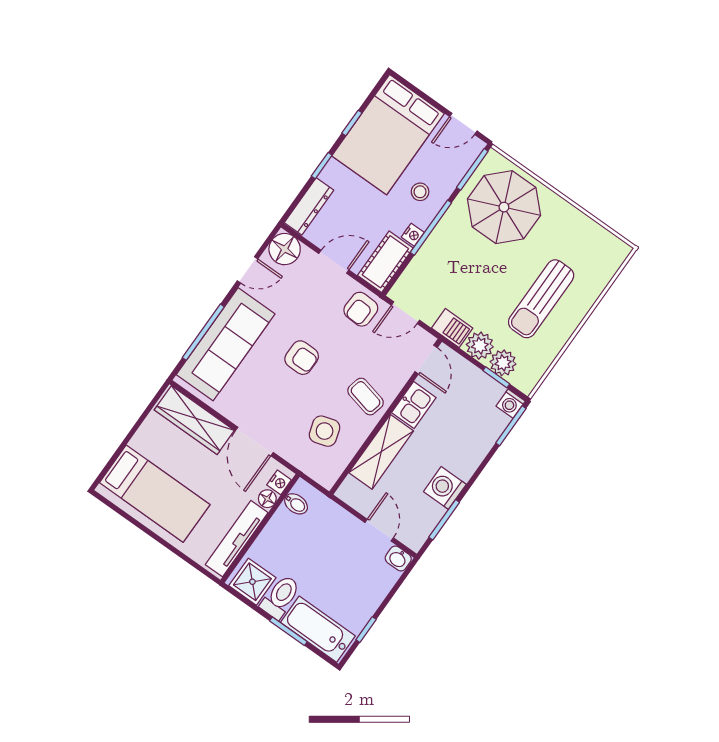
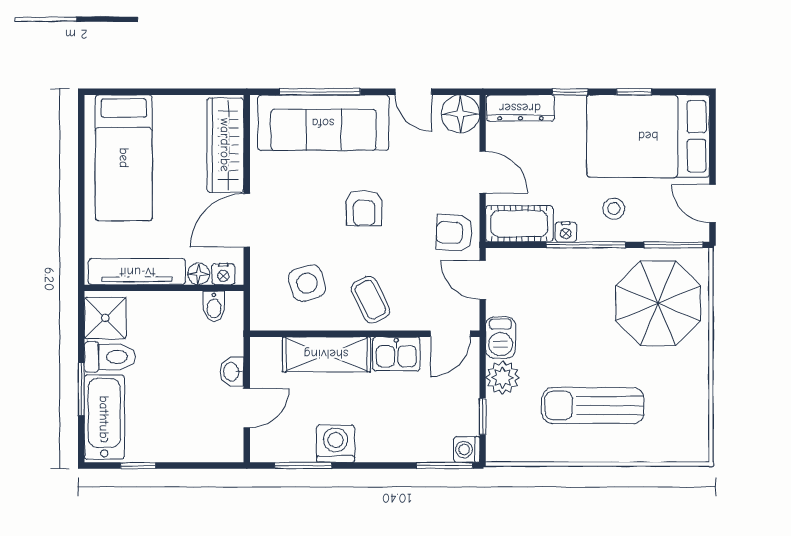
plant: (503, 363) -> (502, 413), removed
coffee table: (366, 397) -> (371, 300), turned -39
washbasin: (398, 558) -> (232, 372), moved

